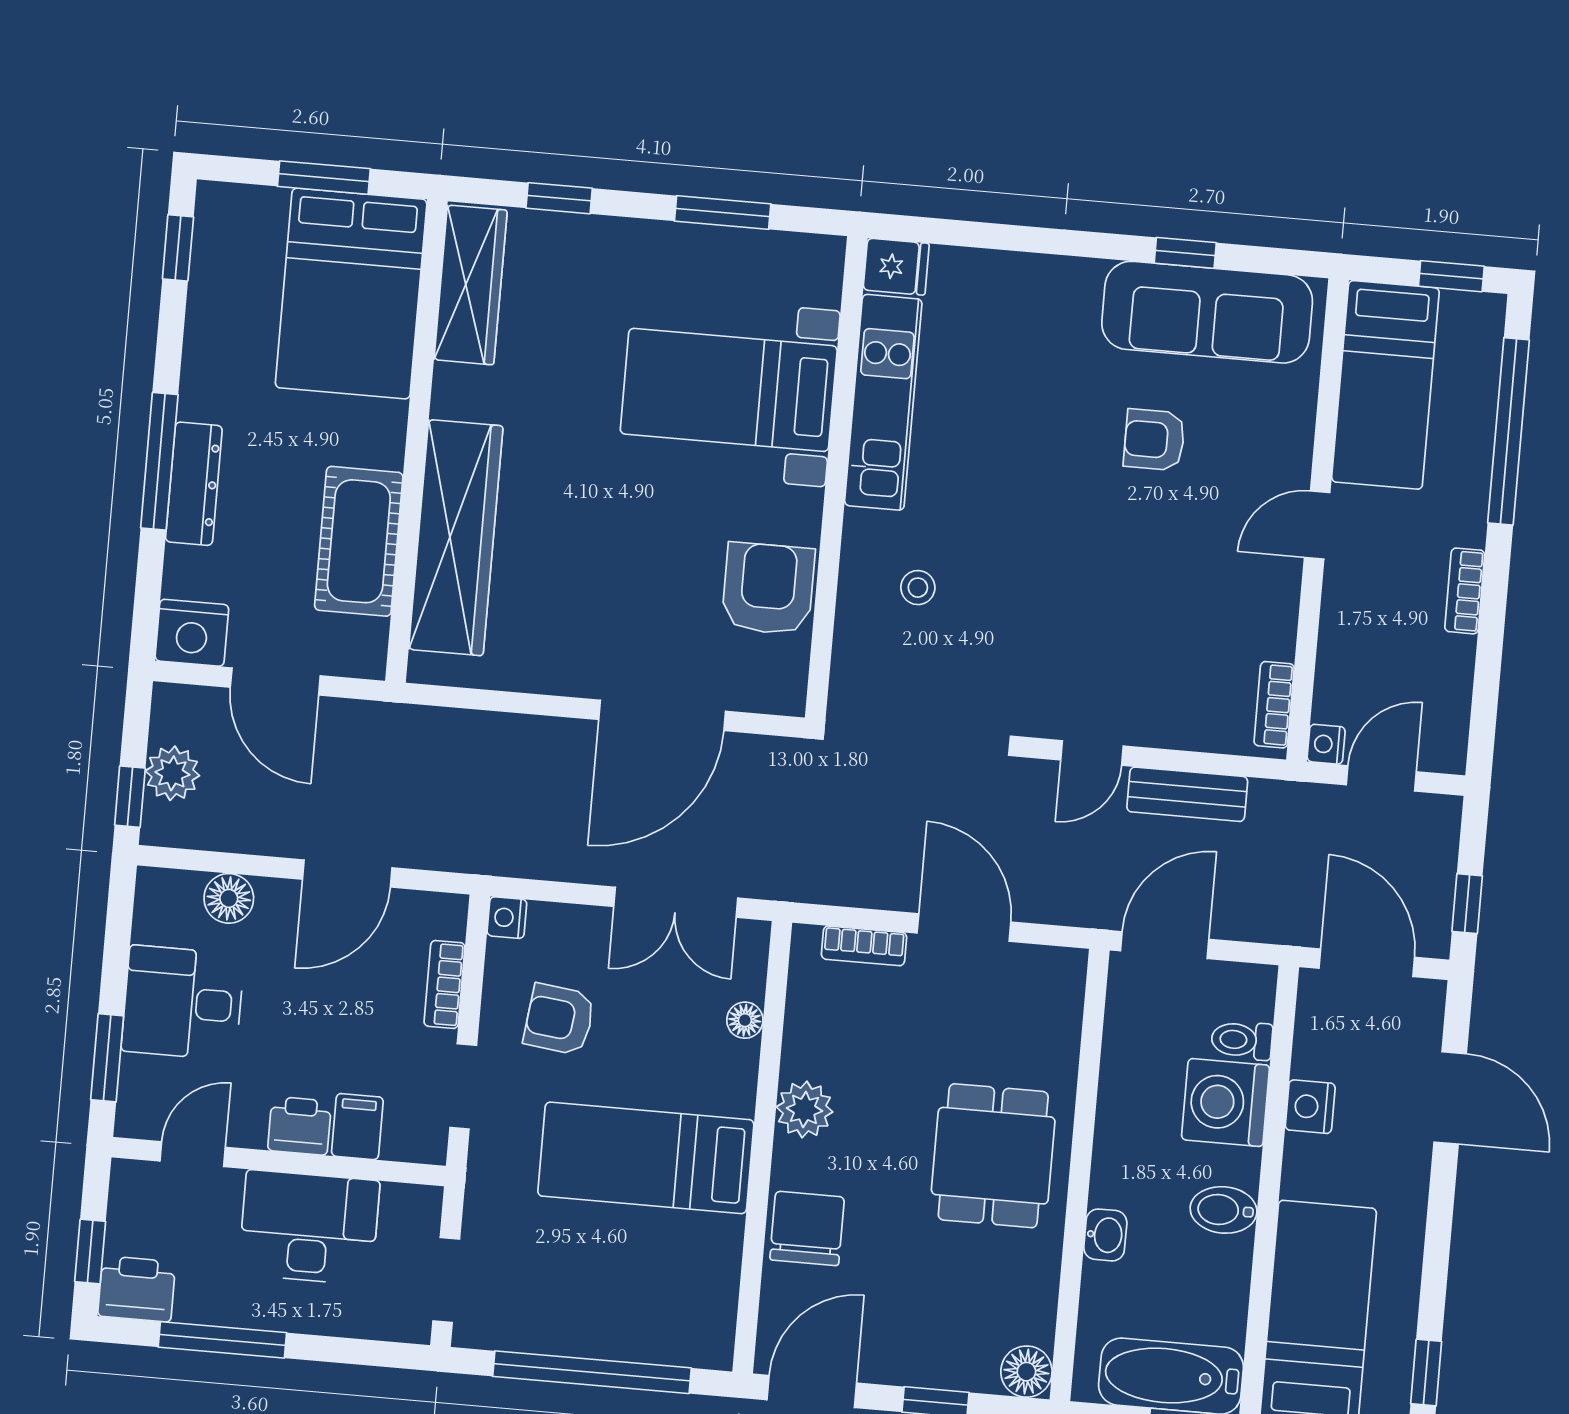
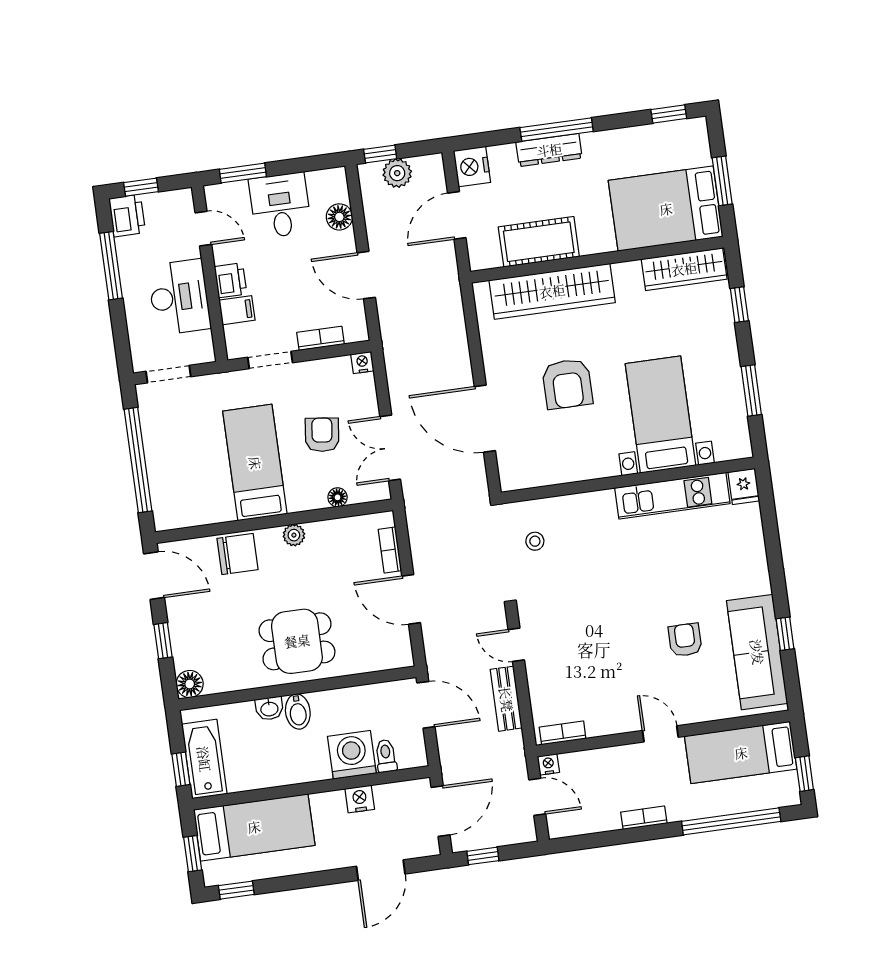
stool: (918, 588) -> (535, 541), moved
armchair: (768, 589) -> (567, 384), moved, turned 90
door: (964, 927) -> (411, 599), swing flipped
armchair: (559, 1019) -> (322, 435), moved
plant: (804, 1109) -> (294, 535), width x0.73, depth x0.73
bidet: (1224, 1210) -> (298, 712), moved, turned 180

